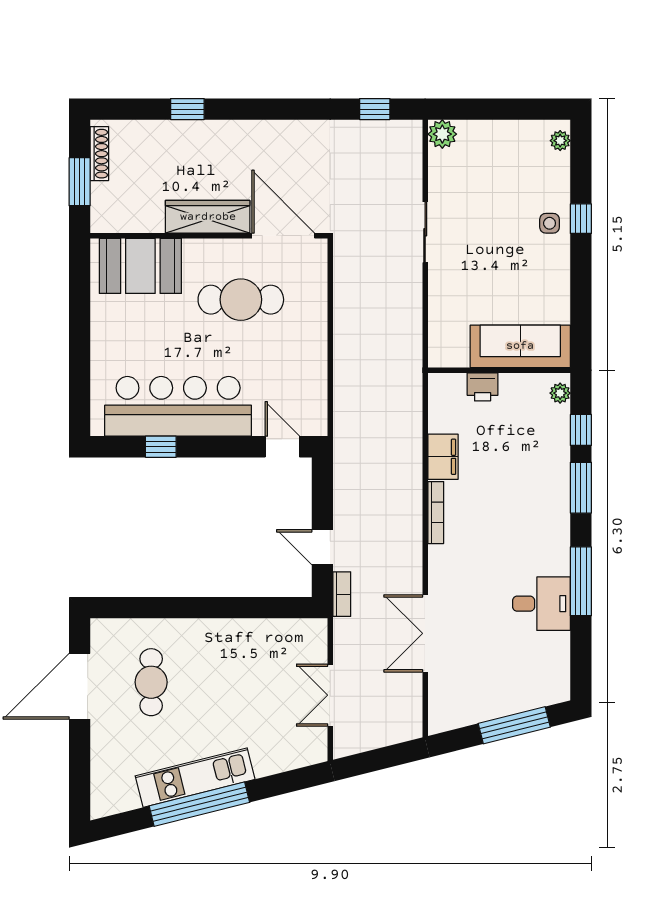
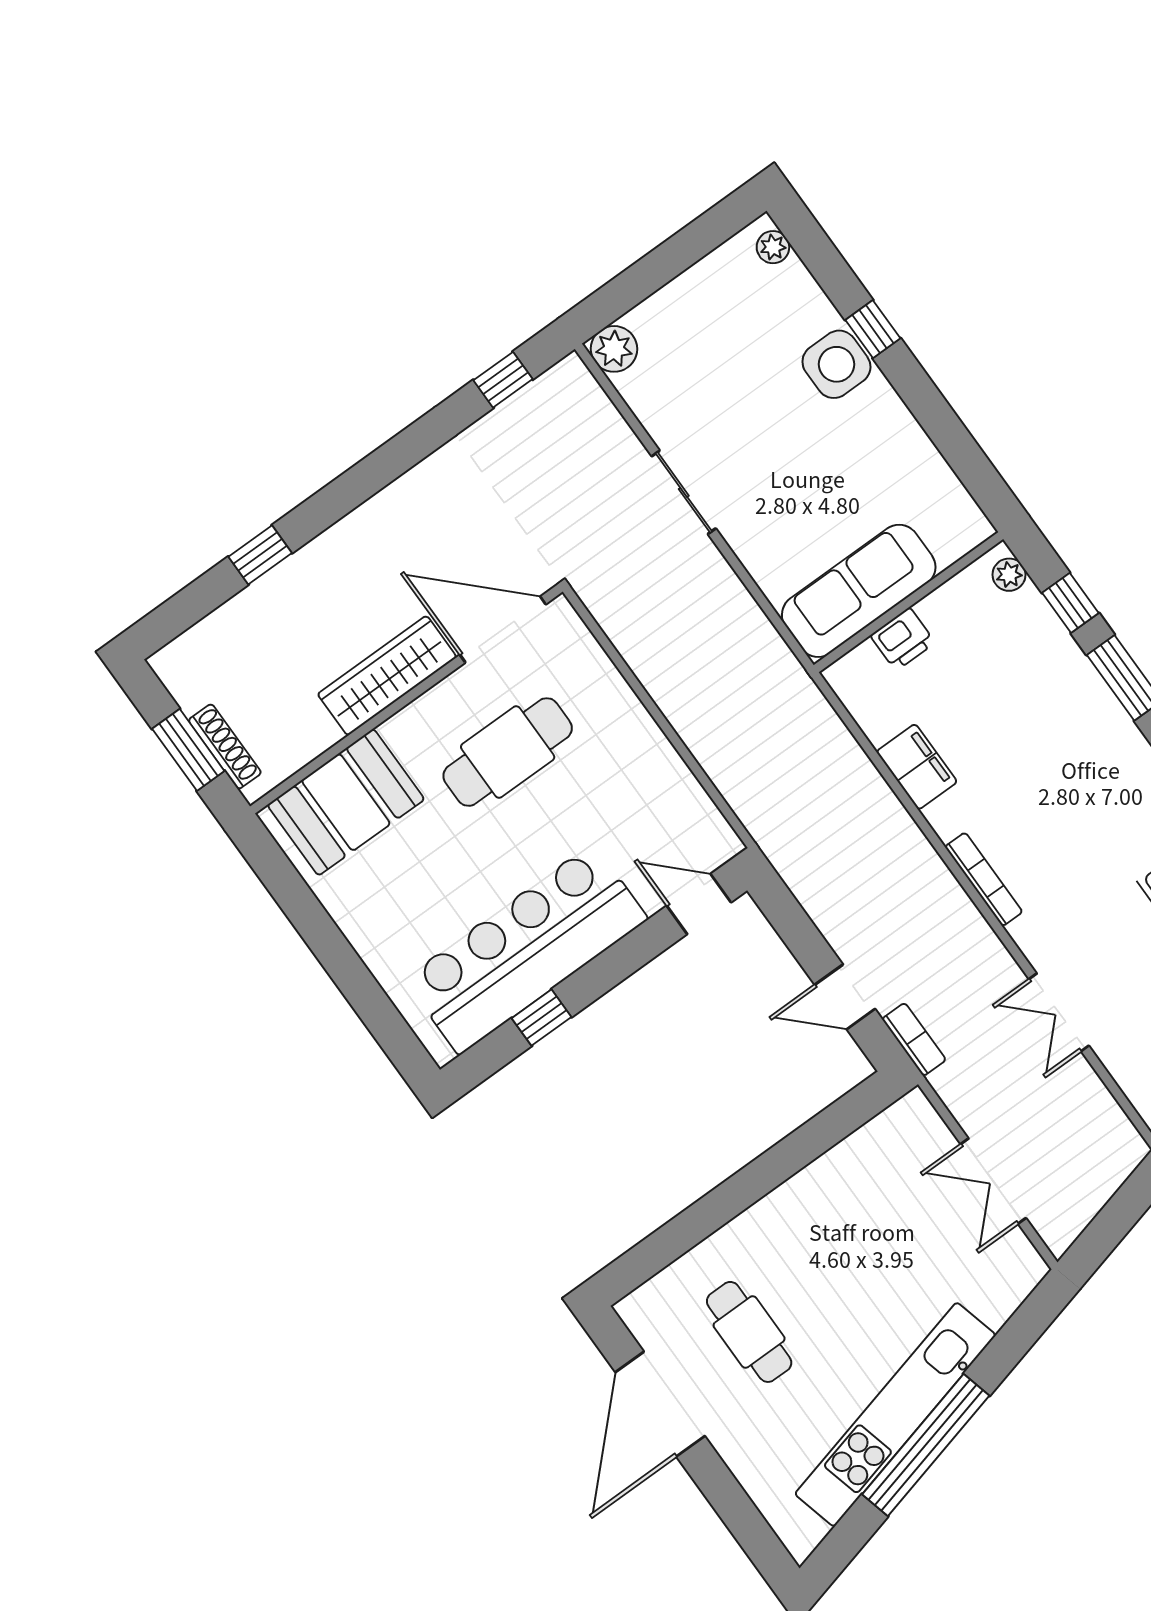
shoe rack: (99, 154) -> (225, 747), moved
side table: (550, 223) -> (836, 364), width x1.87, depth x1.87
sofa: (520, 346) -> (859, 591), moved
bookcase: (436, 513) -> (984, 879), moved
double door: (425, 633) -> (1059, 1012), width x0.73
kitchen unit: (195, 778) -> (895, 1414), width x1.36

